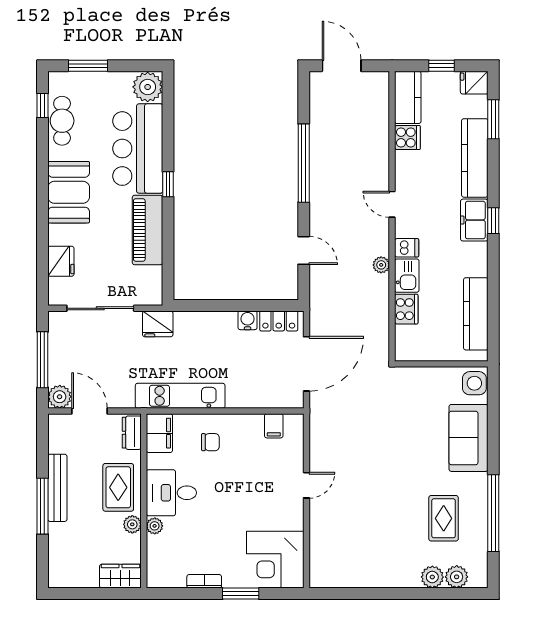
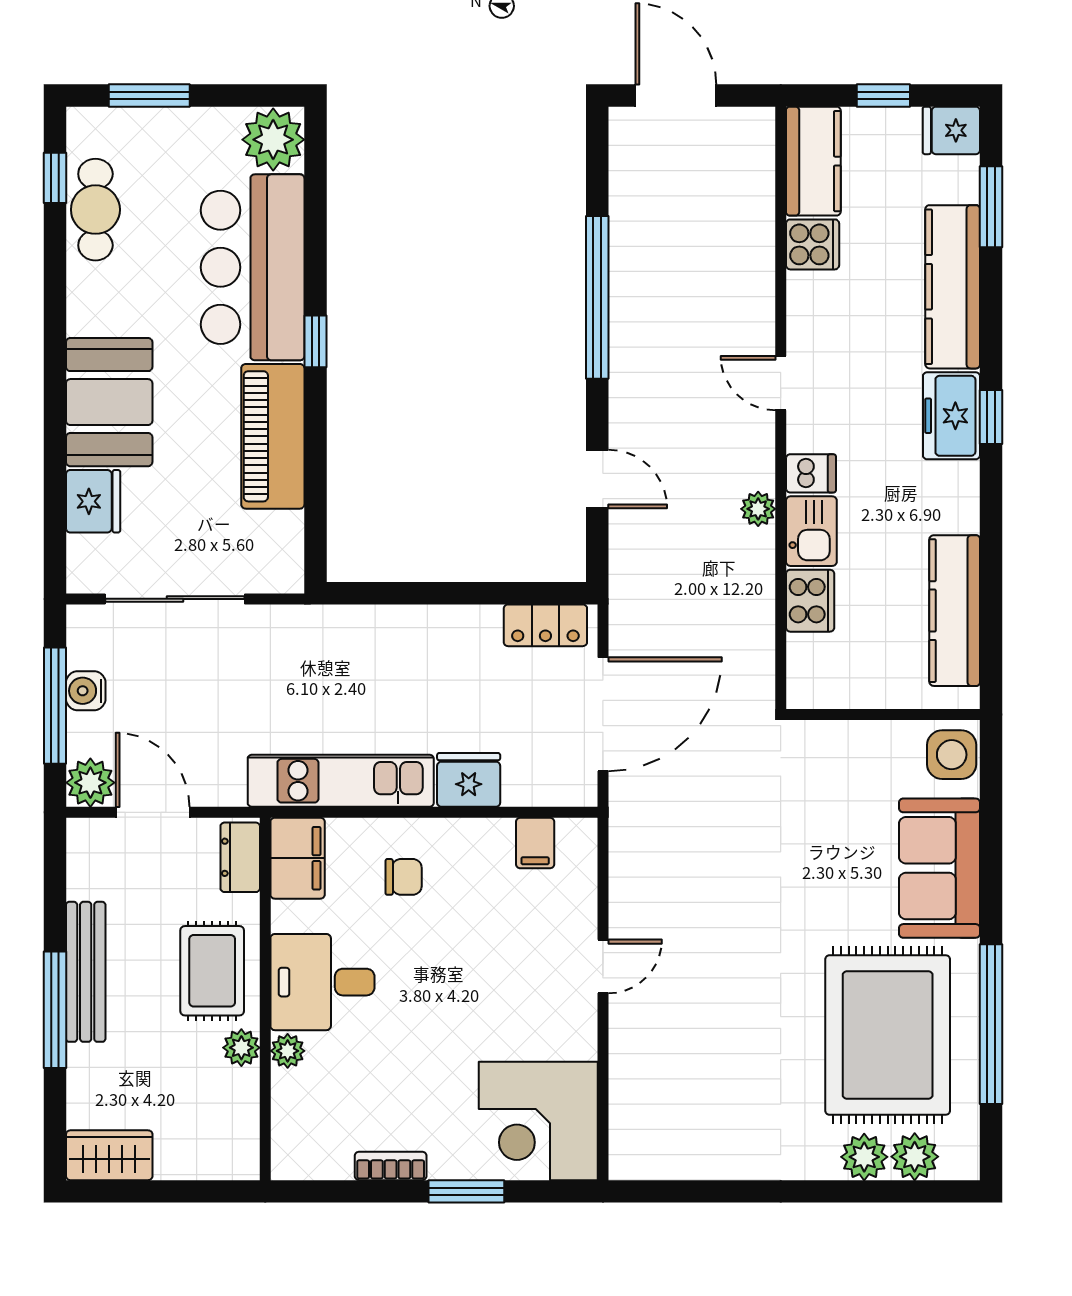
booth: (69, 192) -> (109, 402), moved
water cooler: (248, 320) -> (86, 691), moved, turned -90
fridge: (158, 324) -> (469, 780), moved, turned 180
rug: (444, 518) -> (888, 1035), width x1.86, depth x2.06
wardrobe: (120, 576) -> (109, 1155), moved

